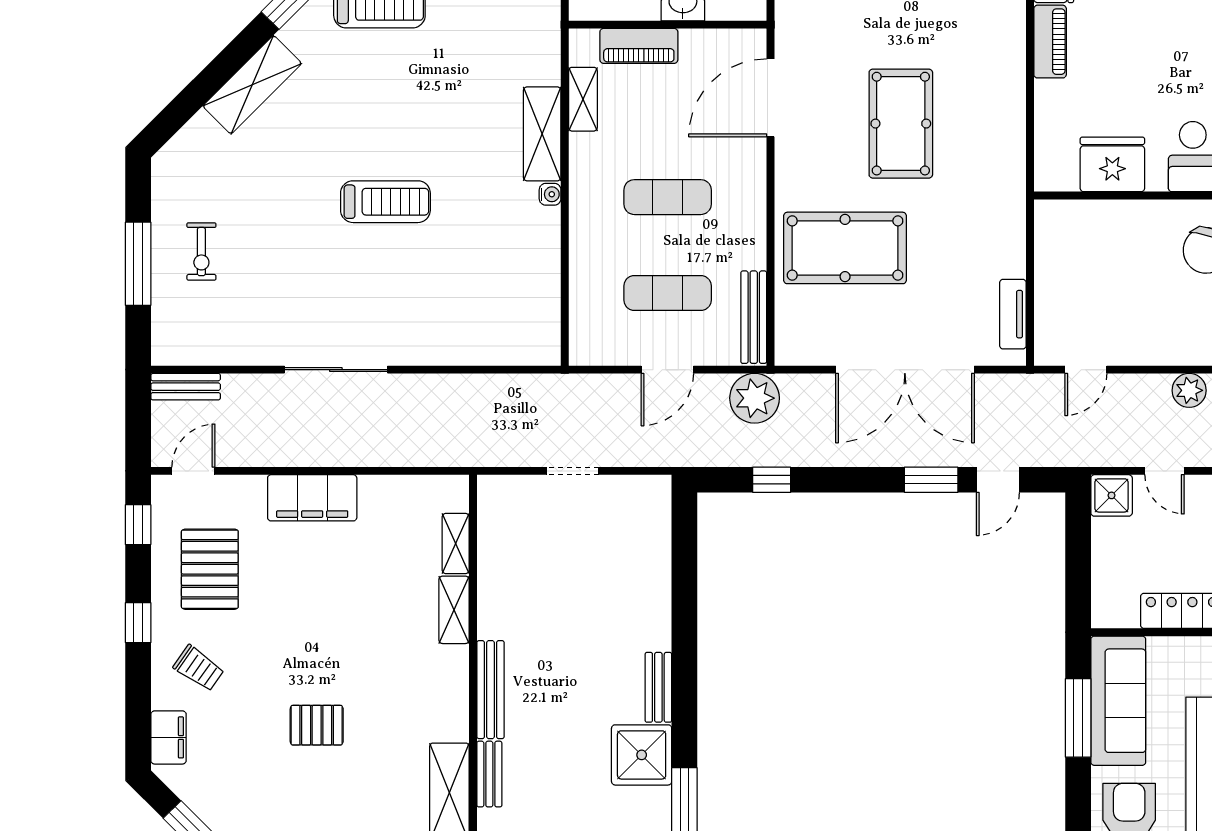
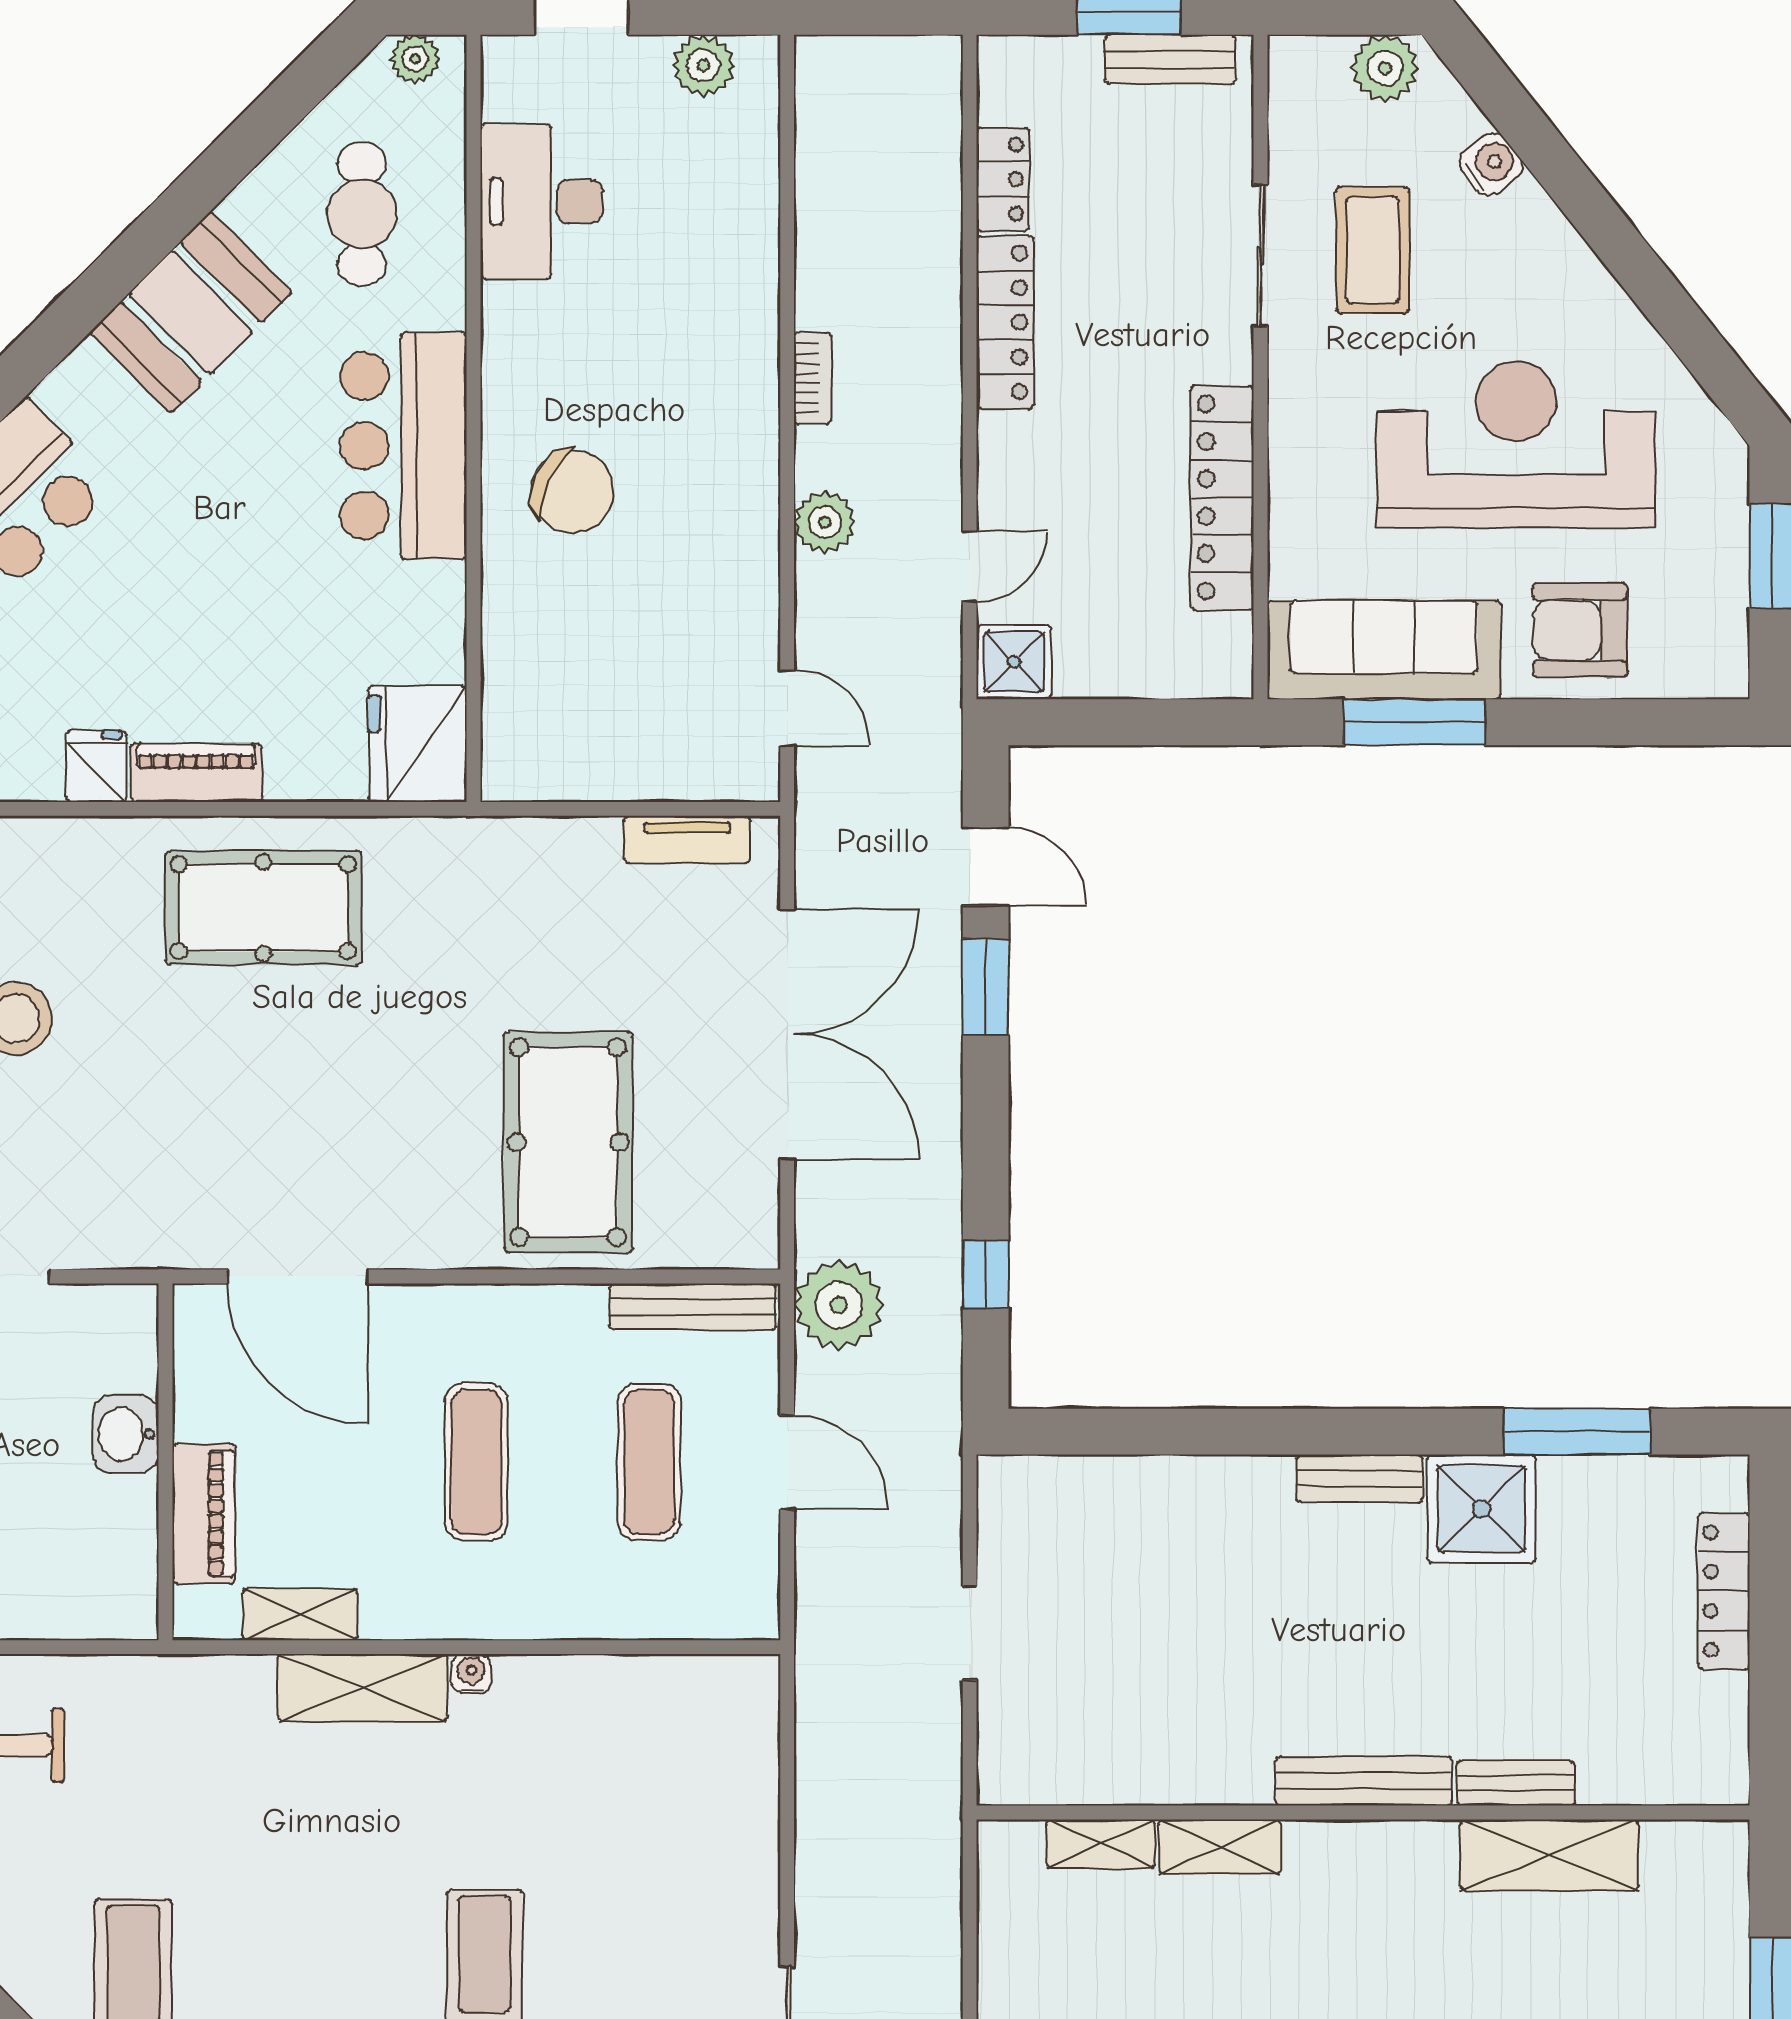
pool table: (901, 124) -> (263, 908), moved
fridge: (1112, 164) -> (417, 744), moved

